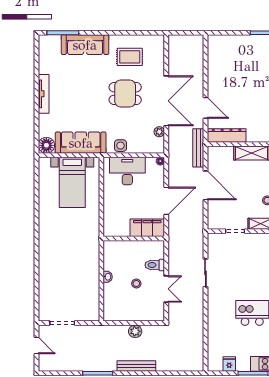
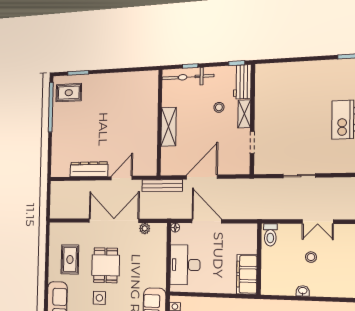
dresser: (227, 135) -> (89, 169), moved, turned 90
side table: (120, 146) -> (99, 298), moved
door: (166, 201) -> (207, 221), moved
filing cabinet: (147, 228) -> (247, 274), moved
toilet: (155, 265) -> (270, 235), moved
double door: (166, 289) -> (318, 222), swing flipped

